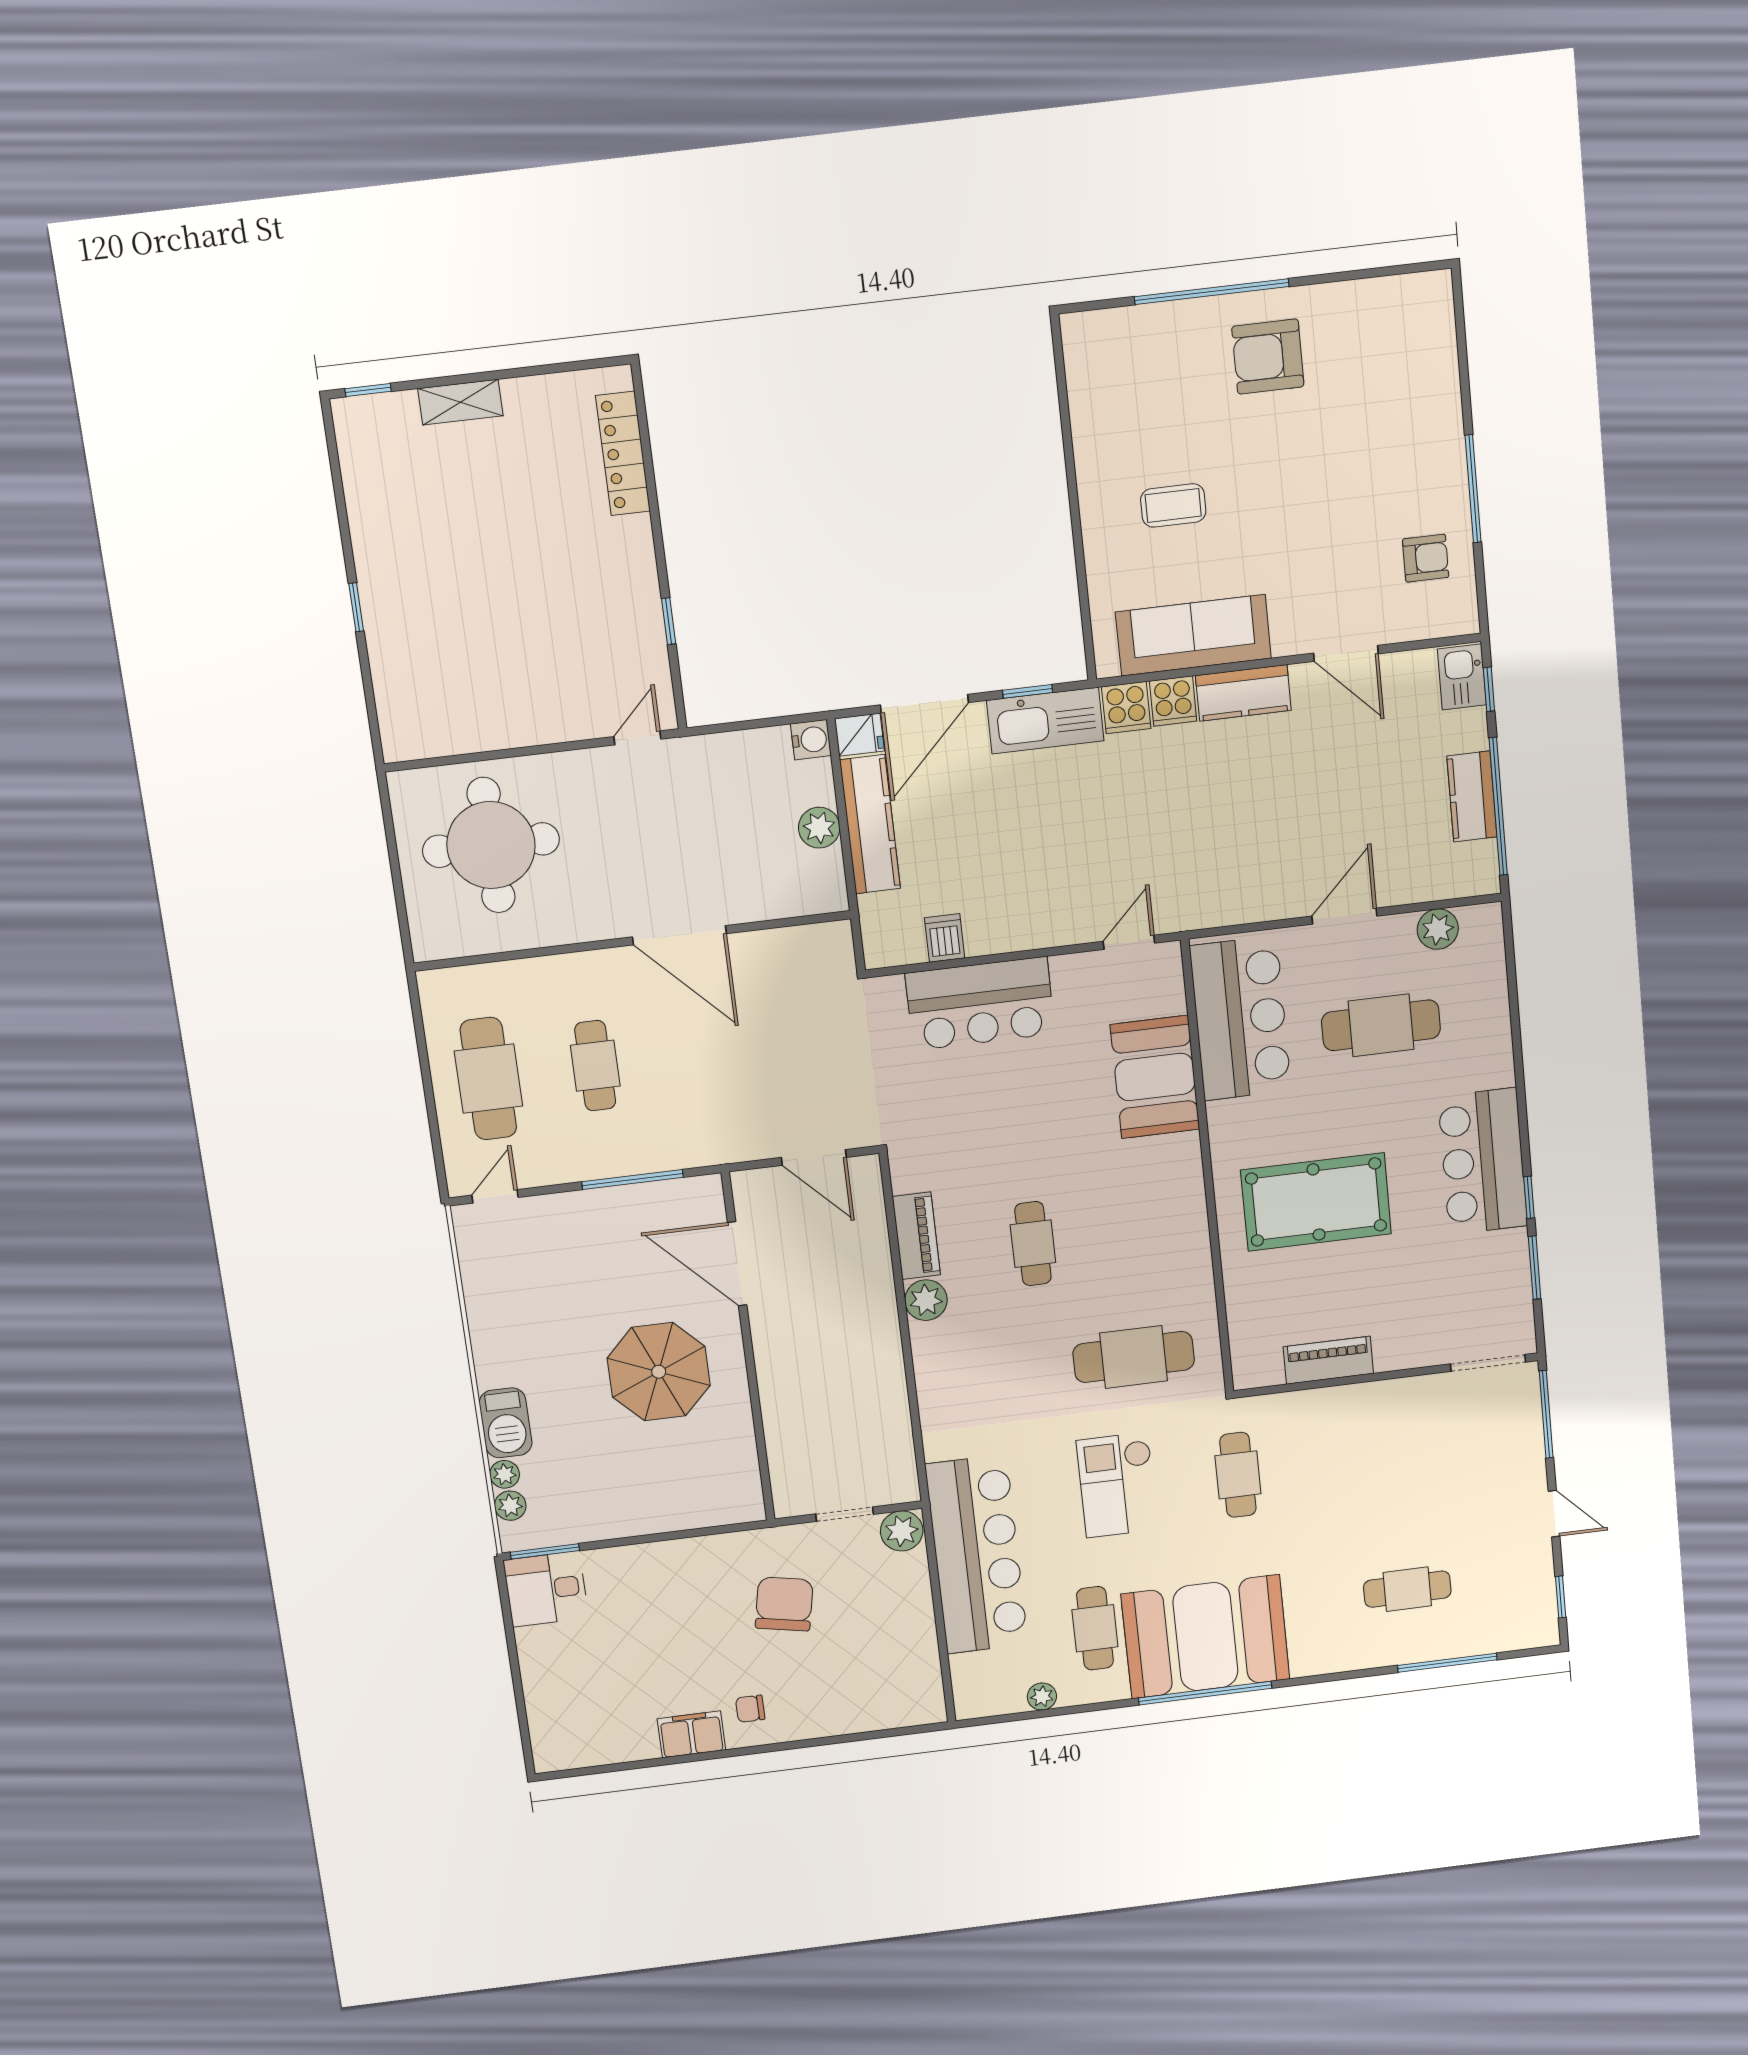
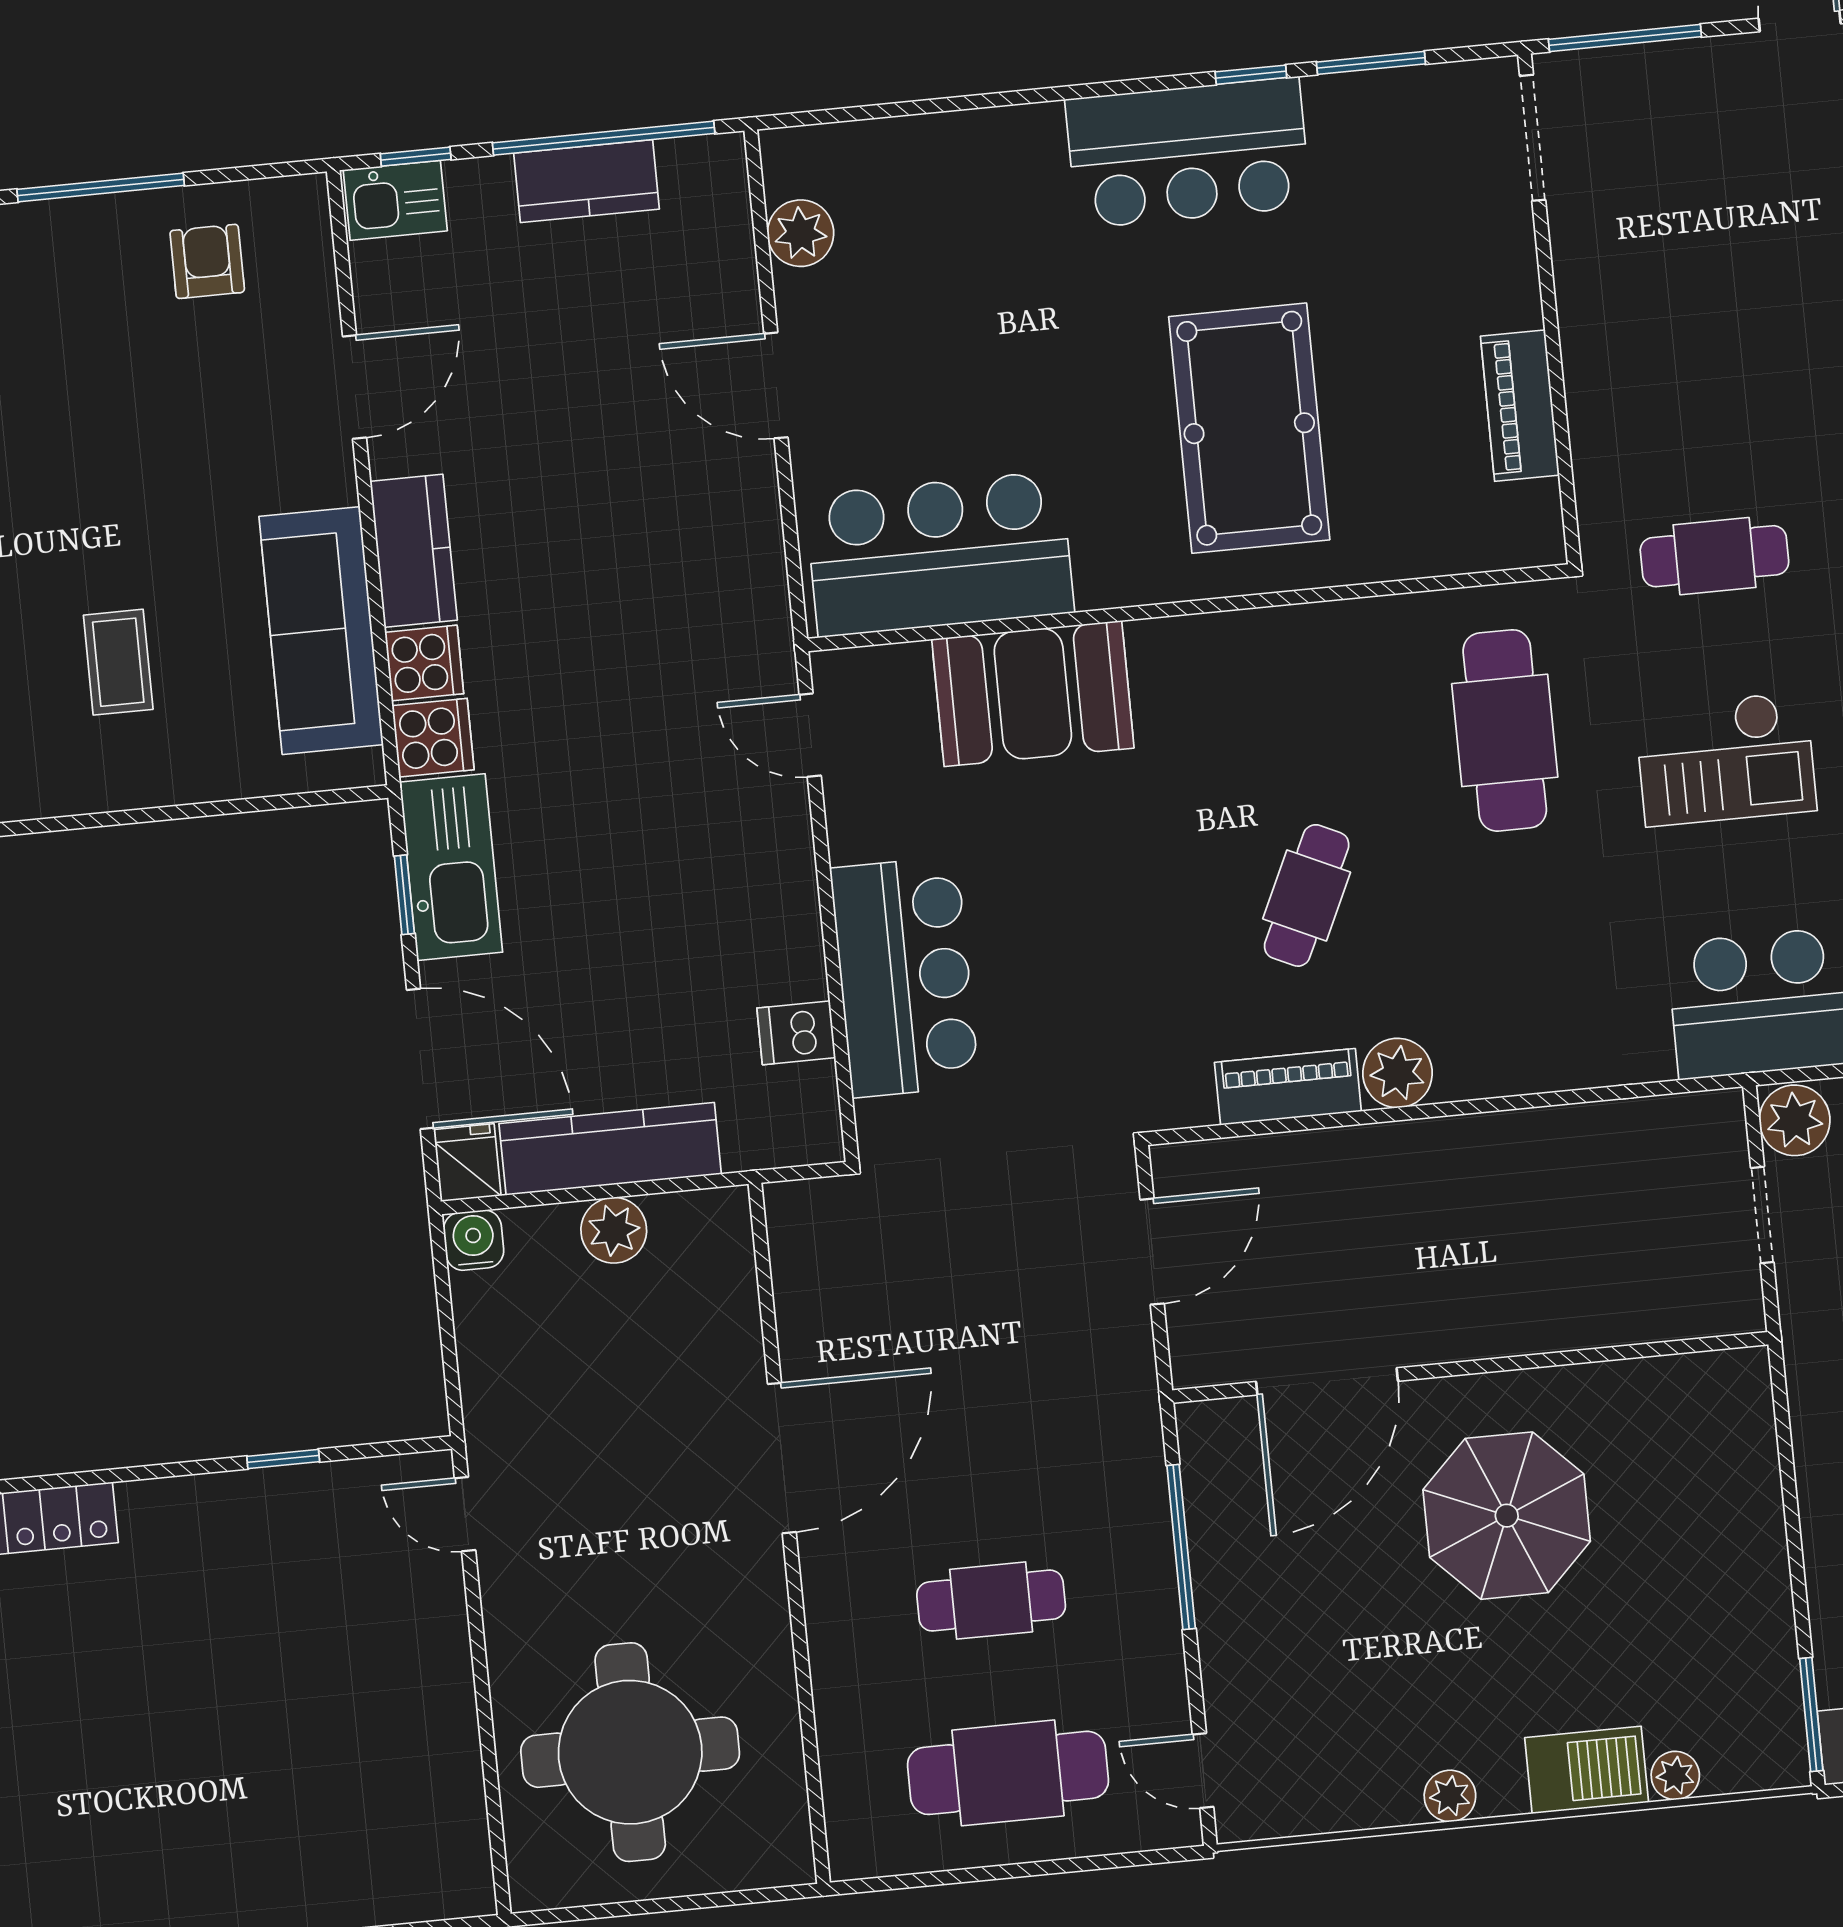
cafe table: (1381, 1025) -> (957, 324), removed
cafe table: (1033, 1244) -> (1307, 895), turned -65
plant: (510, 1506) -> (1450, 1796), moved

